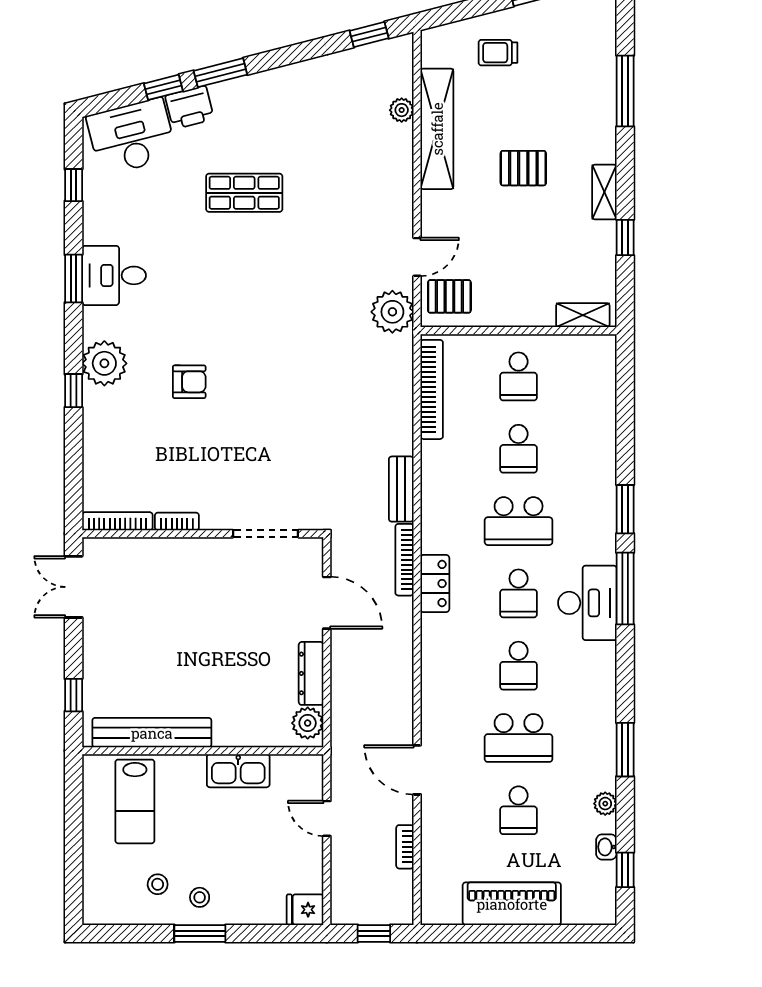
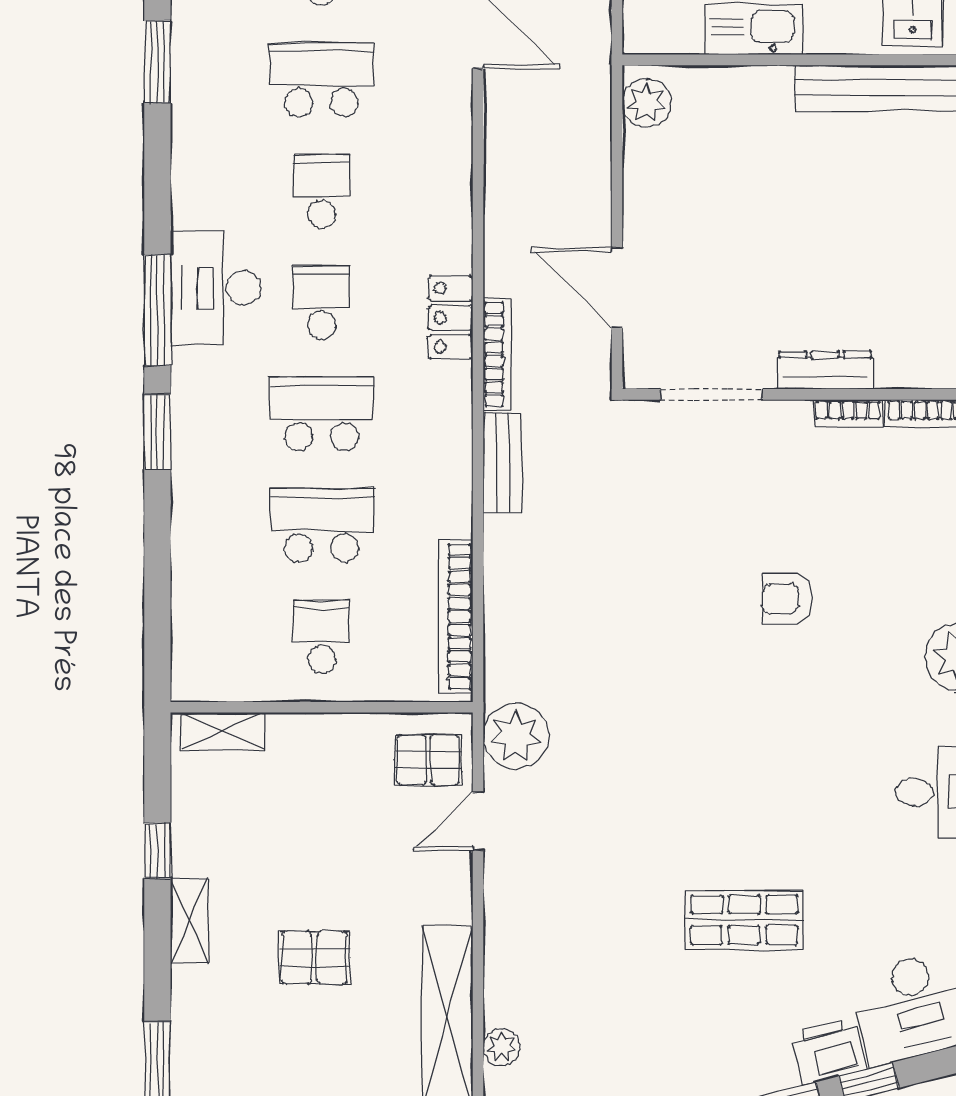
armchair: (189, 382) -> (788, 599), moved
school desk: (519, 449) -> (322, 525), width x1.85
dresser: (311, 673) -> (825, 370), moved, turned -90

